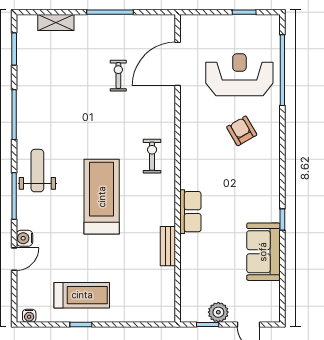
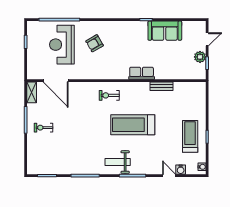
shelving: (56, 23) -> (32, 92), moved
exercise bike: (118, 76) -> (44, 128), moved
water cooler: (24, 238) -> (181, 170), moved

